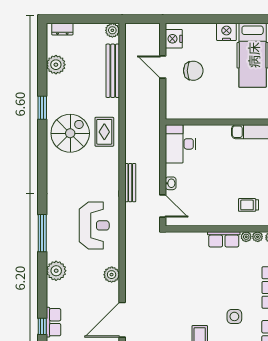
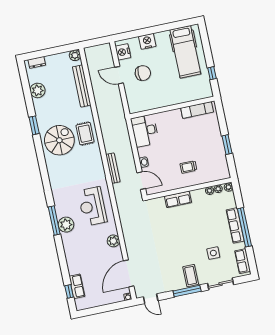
nightstand: (226, 32) -> (147, 41), moved
trolley: (248, 205) -> (188, 167), moved
reception desk: (94, 225) -> (92, 206), turned 180
row of seats: (224, 239) -> (178, 199), moved
plant: (56, 271) -> (66, 225), moved

